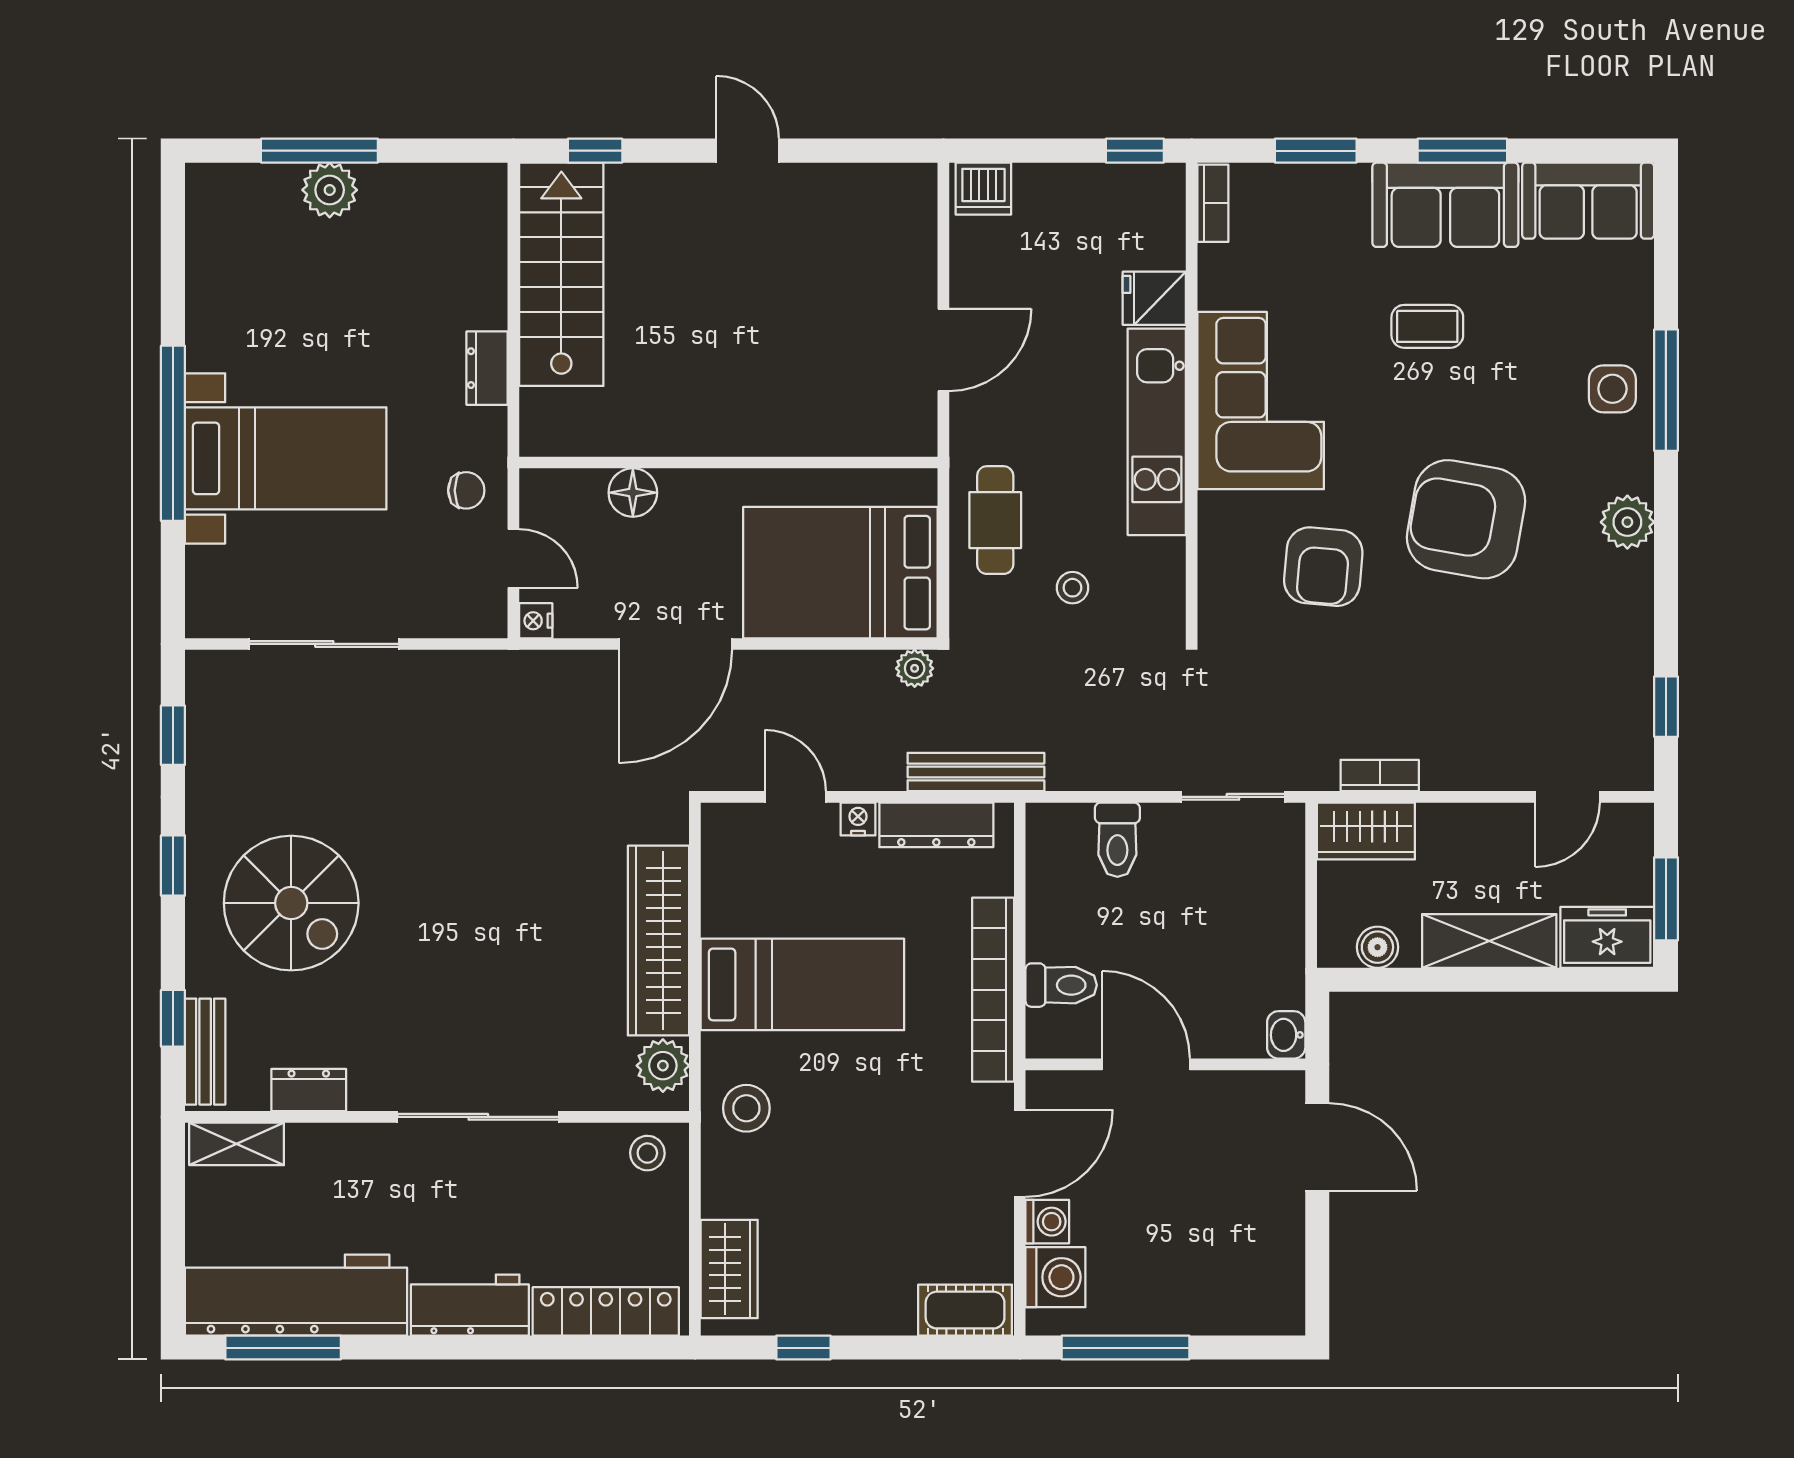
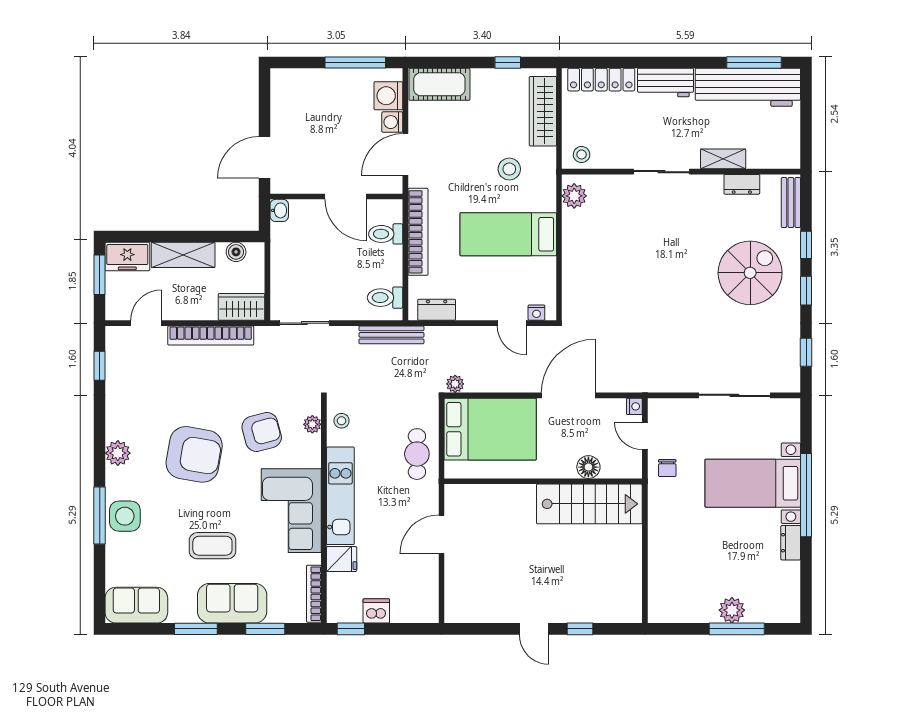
window: (595, 151) -> (580, 629), moved
dishwasher: (983, 189) -> (376, 611), moved
bookcase: (1213, 203) -> (314, 594), width x1.56
sofa: (1445, 205) -> (232, 603), moved
stairs: (561, 274) -> (589, 504), moved, turned -90
coffee table: (1427, 326) -> (212, 546), width x1.36, depth x1.30
dresser: (487, 368) -> (791, 543), moved, turned 180
side table: (1612, 389) -> (125, 516), width x1.37, depth x1.37
chair: (466, 490) -> (667, 468), turned -90
armchair: (1323, 567) -> (262, 432), turned 70
plant: (1216, 583) -> (312, 424), added
stool: (1073, 588) -> (342, 421), moved
bench: (976, 772) -> (391, 335), moved
bookcase: (1380, 775) -> (211, 335), width x2.31, depth x1.31
nightstand: (858, 819) -> (536, 313), moved
dresser: (936, 825) -> (437, 310), width x0.70
toilet: (1117, 840) -> (385, 298), moved, turned -90
spiral stairs: (291, 903) -> (750, 273), turned 90
wardrobe: (659, 941) -> (576, 255), removed
window: (173, 1018) -> (806, 245), moved
stool: (746, 1108) -> (509, 169), moved
sliding door: (478, 1117) -> (662, 172), width x0.73
shelving: (237, 1144) -> (723, 159), moved
door: (1317, 1147) -> (265, 157), hinge flipped
wardrobe: (729, 1269) -> (543, 111), width x1.50
cot: (965, 1310) -> (439, 84), width x1.37, depth x1.34

